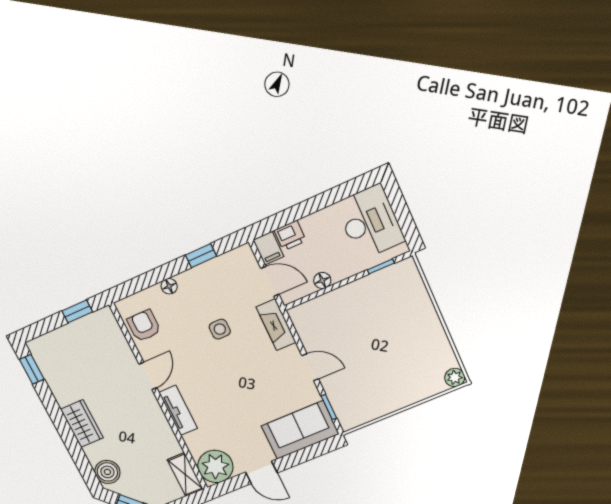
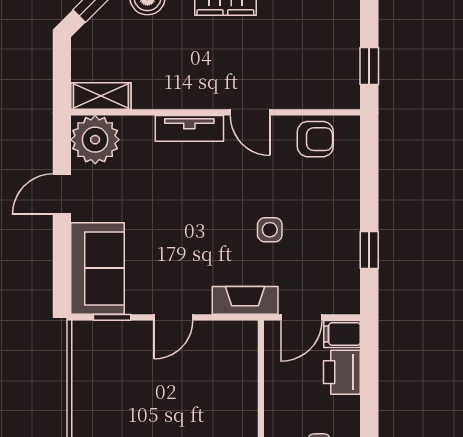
printer: (290, 236) -> (342, 372), width x1.36, depth x1.24
floor lamp: (322, 280) -> (275, 380), removed
floor lamp: (169, 286) -> (350, 194), removed

